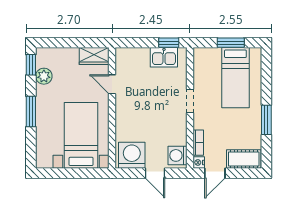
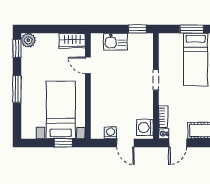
kitchen sink: (164, 57) -> (116, 42), moved
plant: (44, 76) -> (28, 40), moved
washing machine: (132, 155) -> (110, 133), width x0.53, depth x0.53
window: (84, 173) -> (63, 143), added

